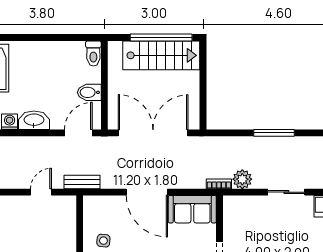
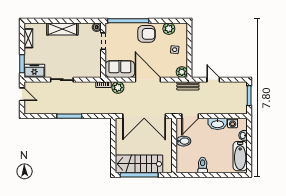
toilet: (93, 53) -> (203, 165), moved
plant: (242, 179) -> (118, 88), moved
door: (41, 192) -> (213, 80), swing flipped
plant: (92, 204) -> (182, 72), added

